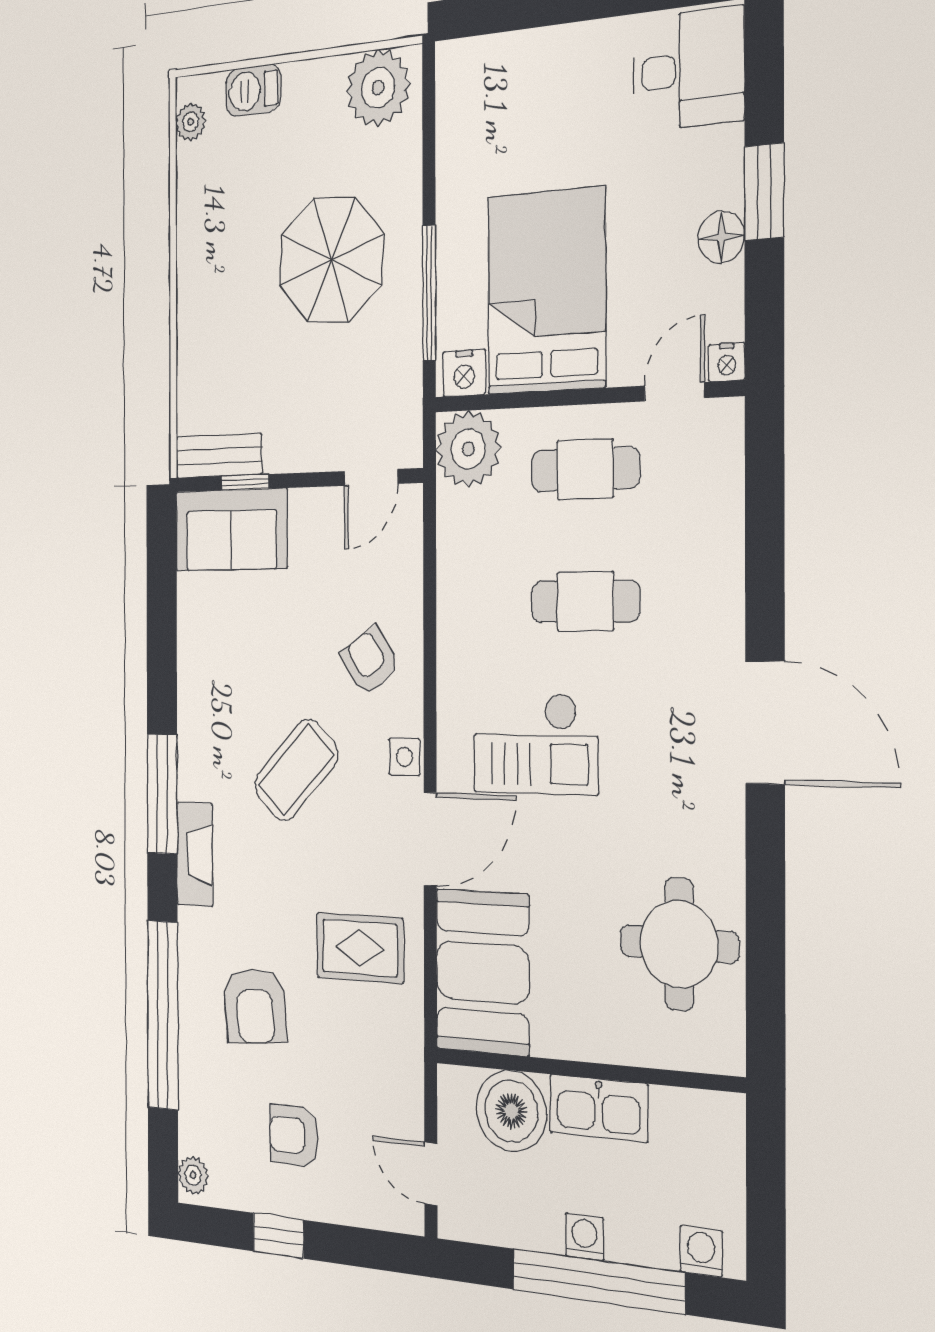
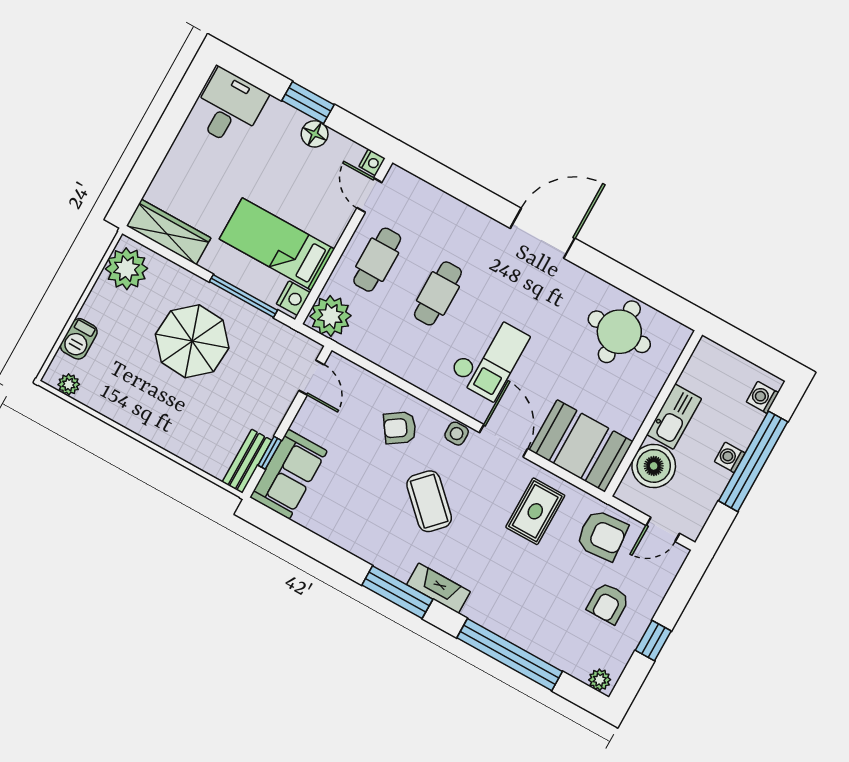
wardrobe: (459, 112) -> (169, 232), added
bed: (546, 291) -> (277, 244), width x0.67
armchair: (255, 1006) -> (602, 535), moved

